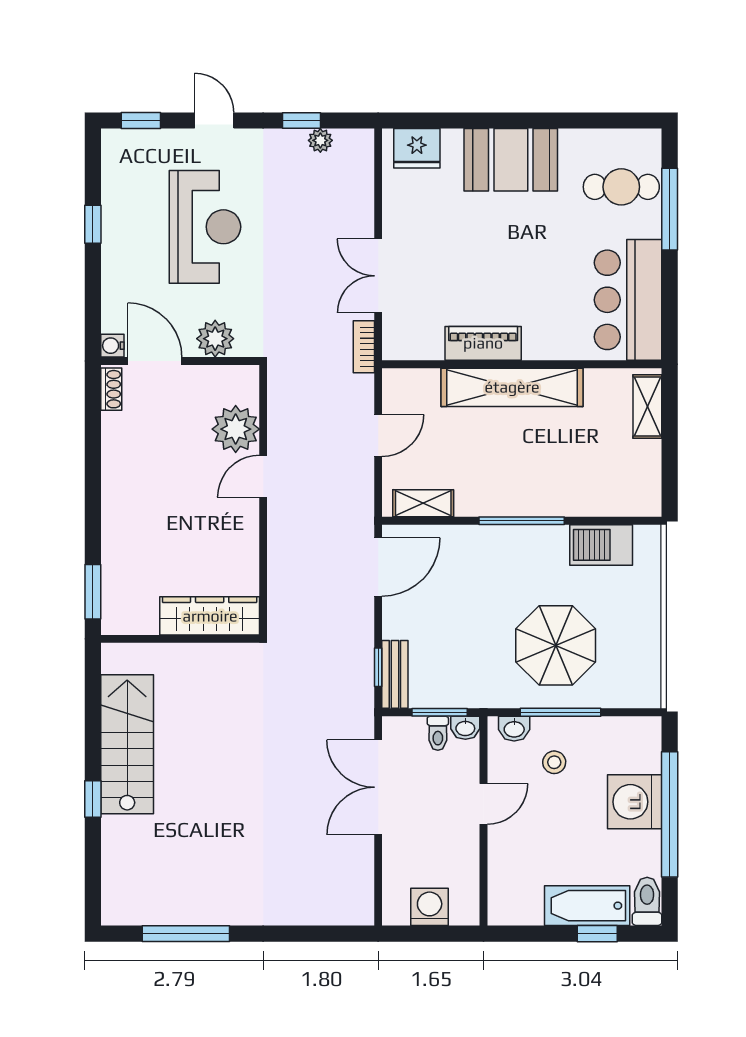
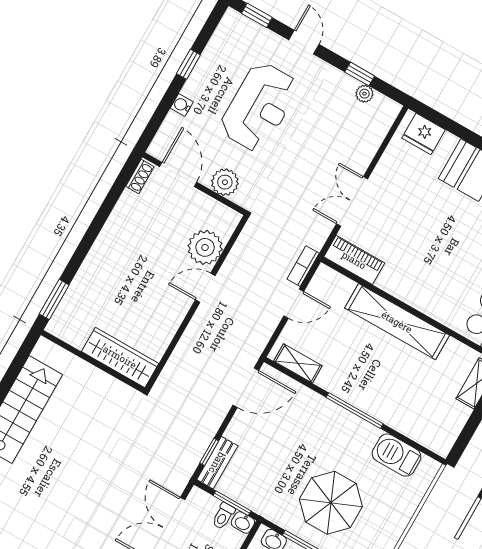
piano: (483, 343) -> (354, 260), moved
water cooler: (112, 346) -> (182, 105), moved
bookcase: (364, 347) -> (303, 266), moved

